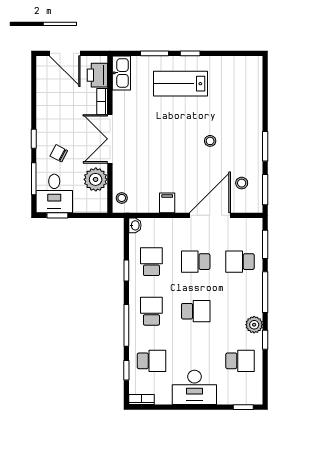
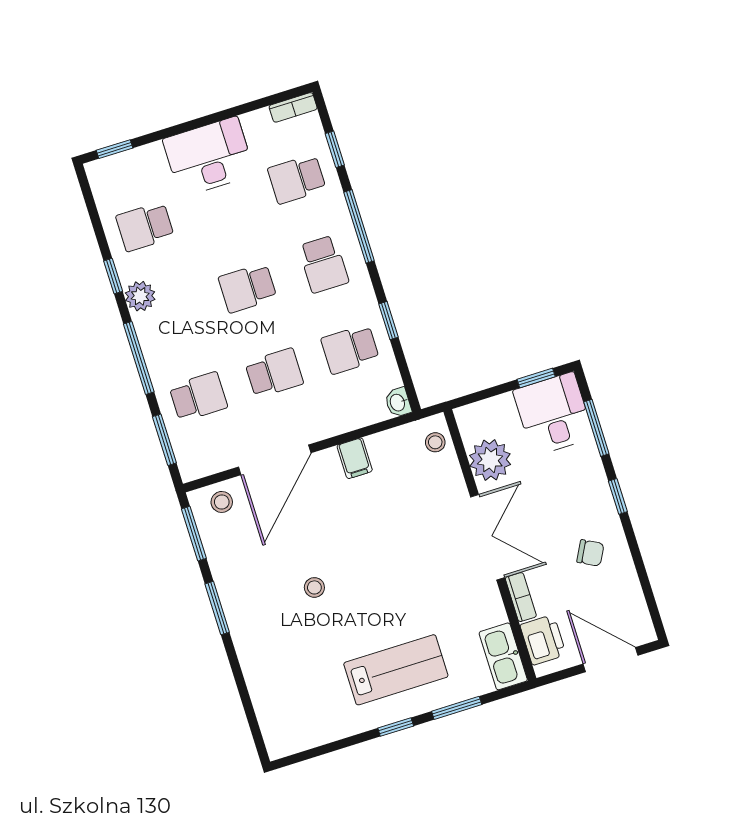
chair: (59, 153) -> (590, 553), moved
stool: (242, 183) -> (222, 502), moved
school desk: (151, 262) -> (350, 349), turned 90

